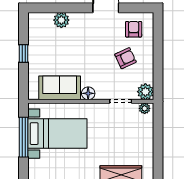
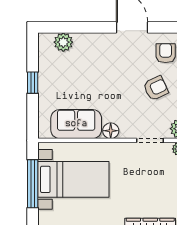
plant: (61, 20) -> (63, 42), moved

